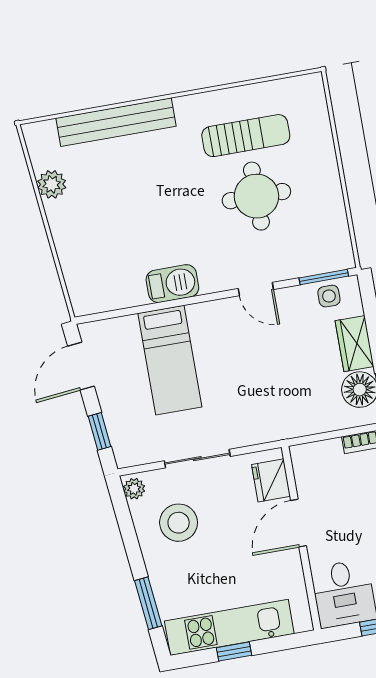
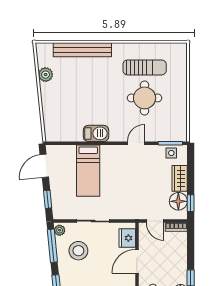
door: (256, 289) -> (136, 143), swing flipped
door: (320, 437) -> (155, 221), added
window: (125, 522) -> (52, 246), added

